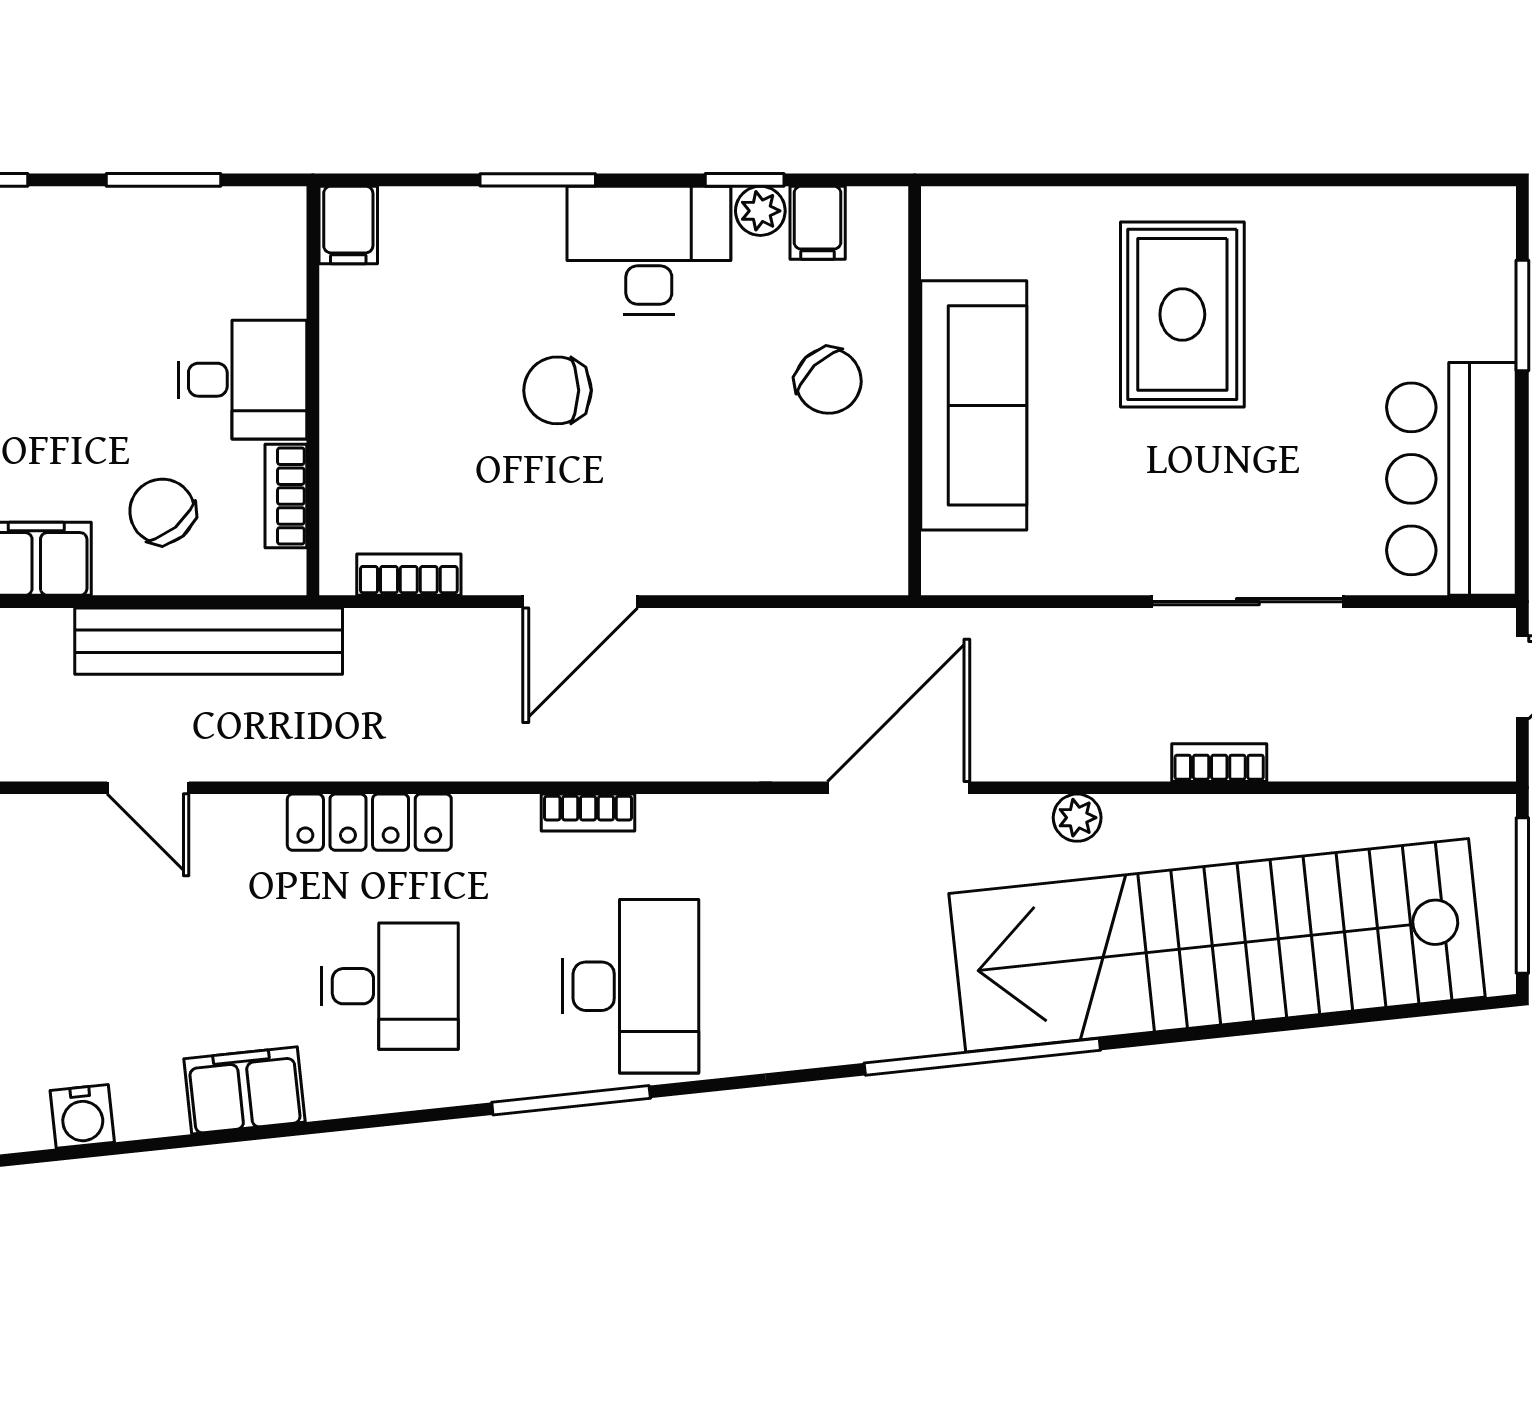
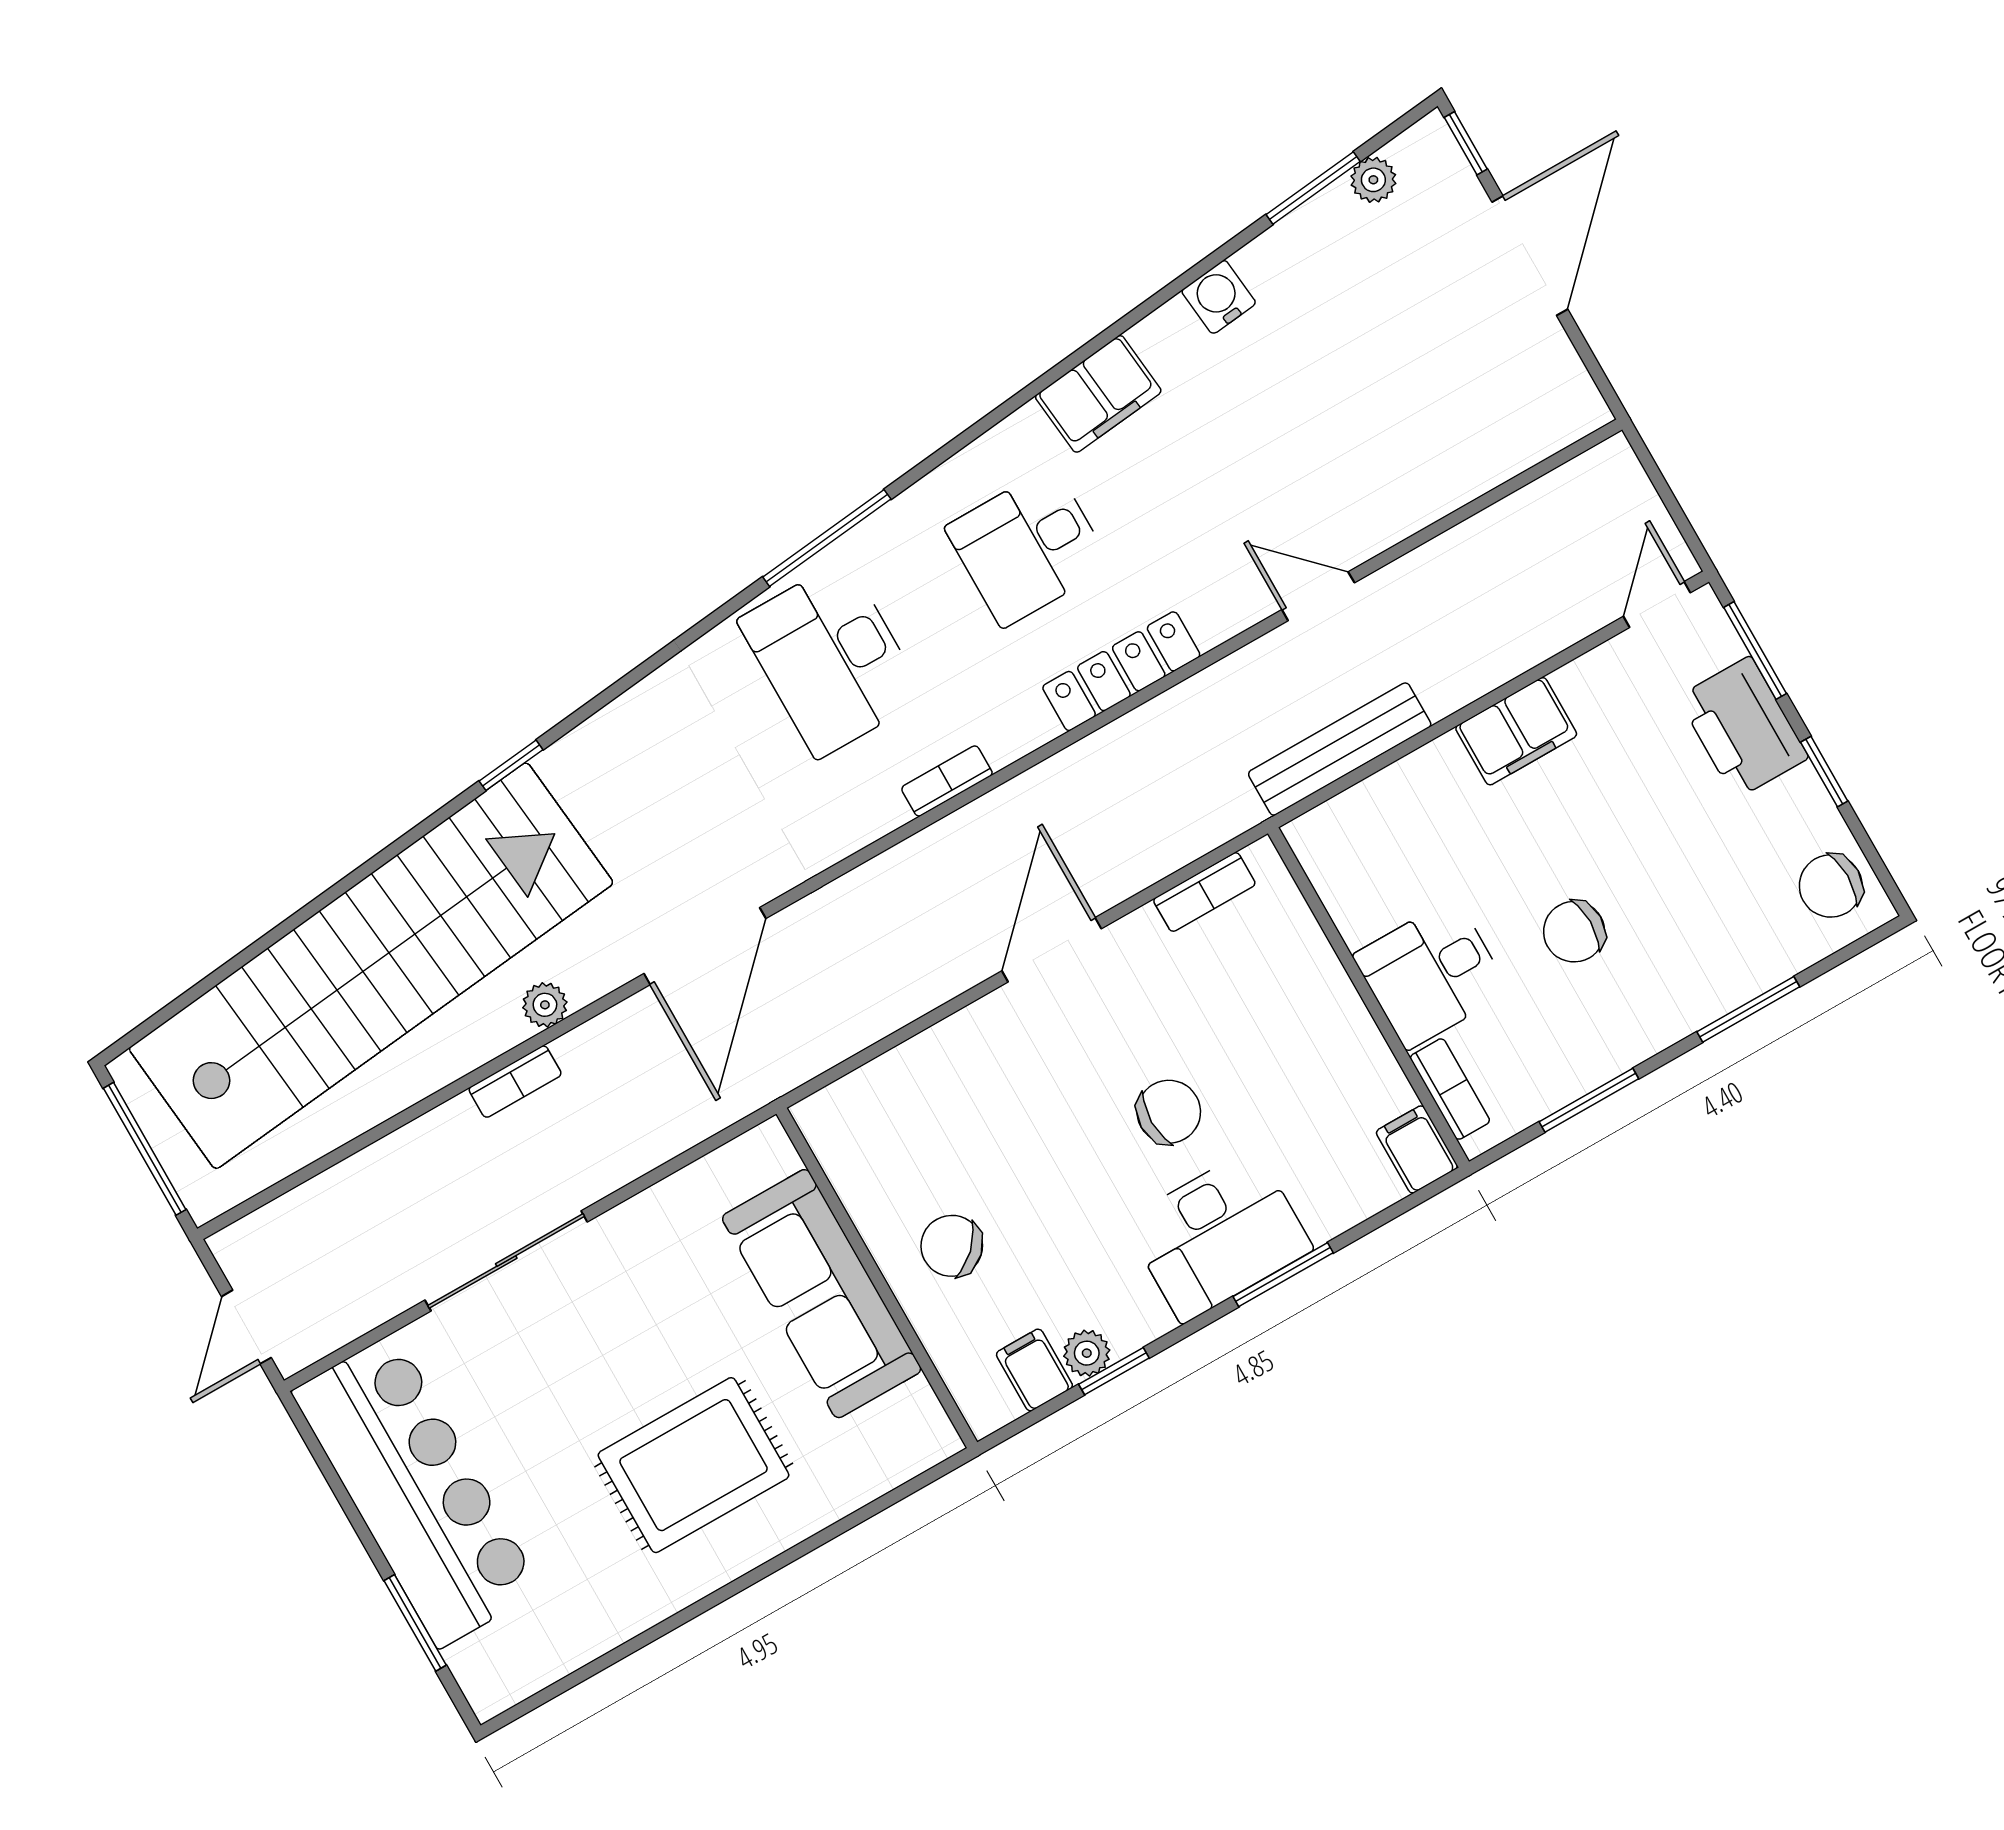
desk: (649, 250) -> (1218, 1235), moved
rug: (1182, 314) -> (694, 1465), turned 90
bar counter: (1451, 479) -> (417, 1491), width x1.36
bookcase: (286, 496) -> (1450, 1089), moved
chair: (162, 511) -> (1574, 932), moved, turned 130
bench: (209, 641) -> (1340, 749), width x0.73, depth x0.82
bookcase: (1219, 763) -> (515, 1082), moved
window: (982, 1057) -> (511, 765), width x0.32

